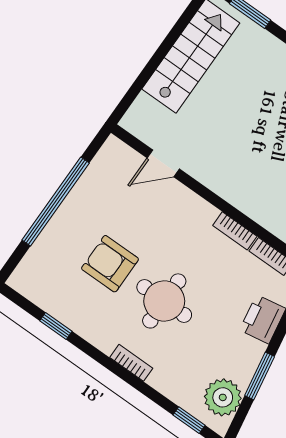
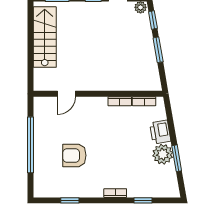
round table: (164, 301) -> (110, 155), removed
plant: (223, 397) -> (163, 154), moved
window: (189, 420) -> (143, 200), moved

